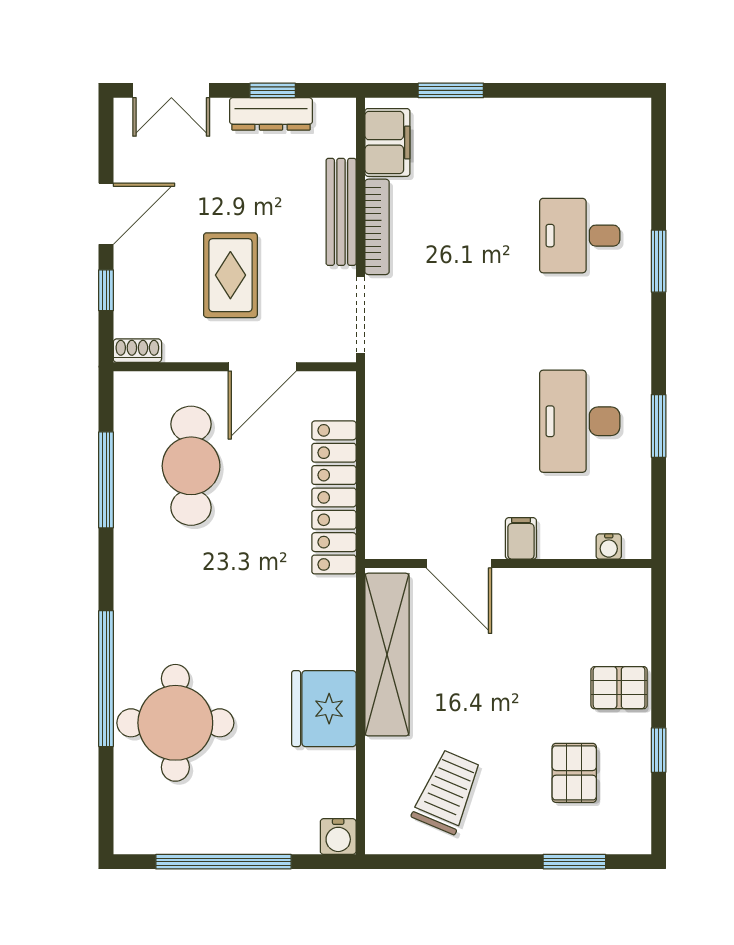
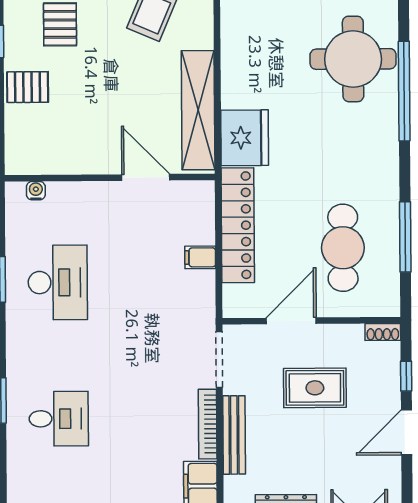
rug: (230, 275) -> (315, 388), turned 90
filing cabinet: (521, 538) -> (200, 257), moved, turned 90
fridge: (324, 709) -> (245, 138), moved

